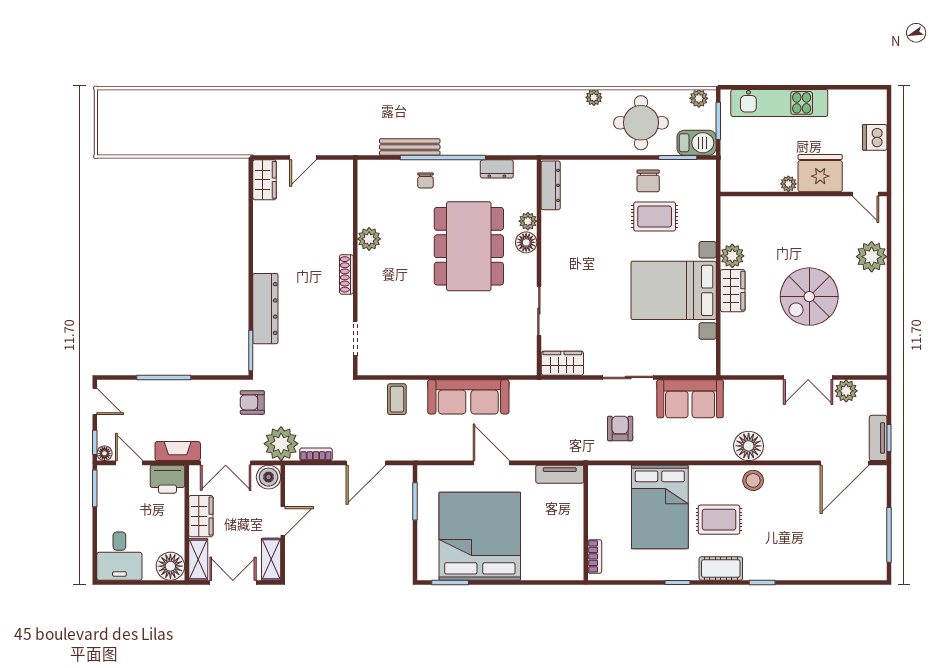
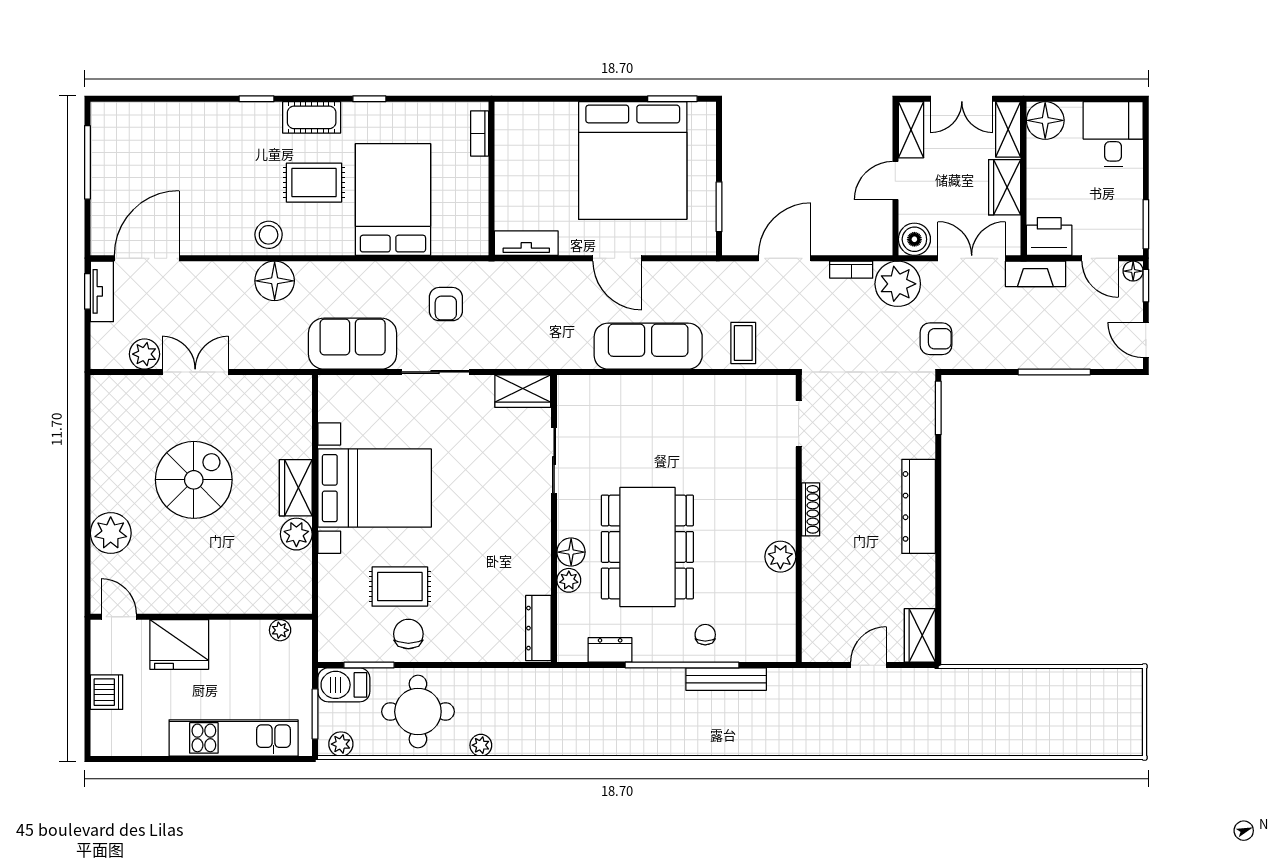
plant: (788, 184) -> (280, 630), moved
dresser: (265, 309) -> (919, 506), moved

